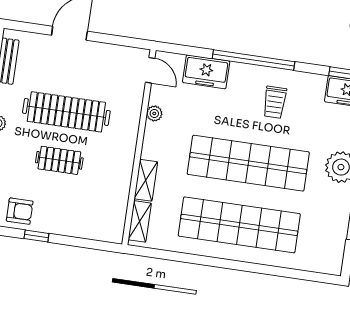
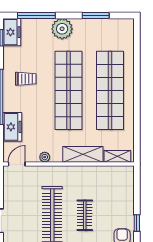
shelving: (146, 180) -> (83, 154), width x1.50, depth x1.33

